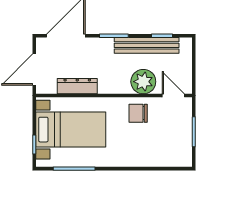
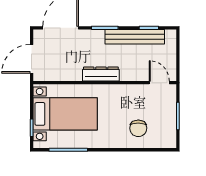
plant: (143, 82) -> (132, 70), removed
dresser: (77, 86) -> (101, 74), moved
chair: (138, 113) -> (138, 128), moved, turned -89

